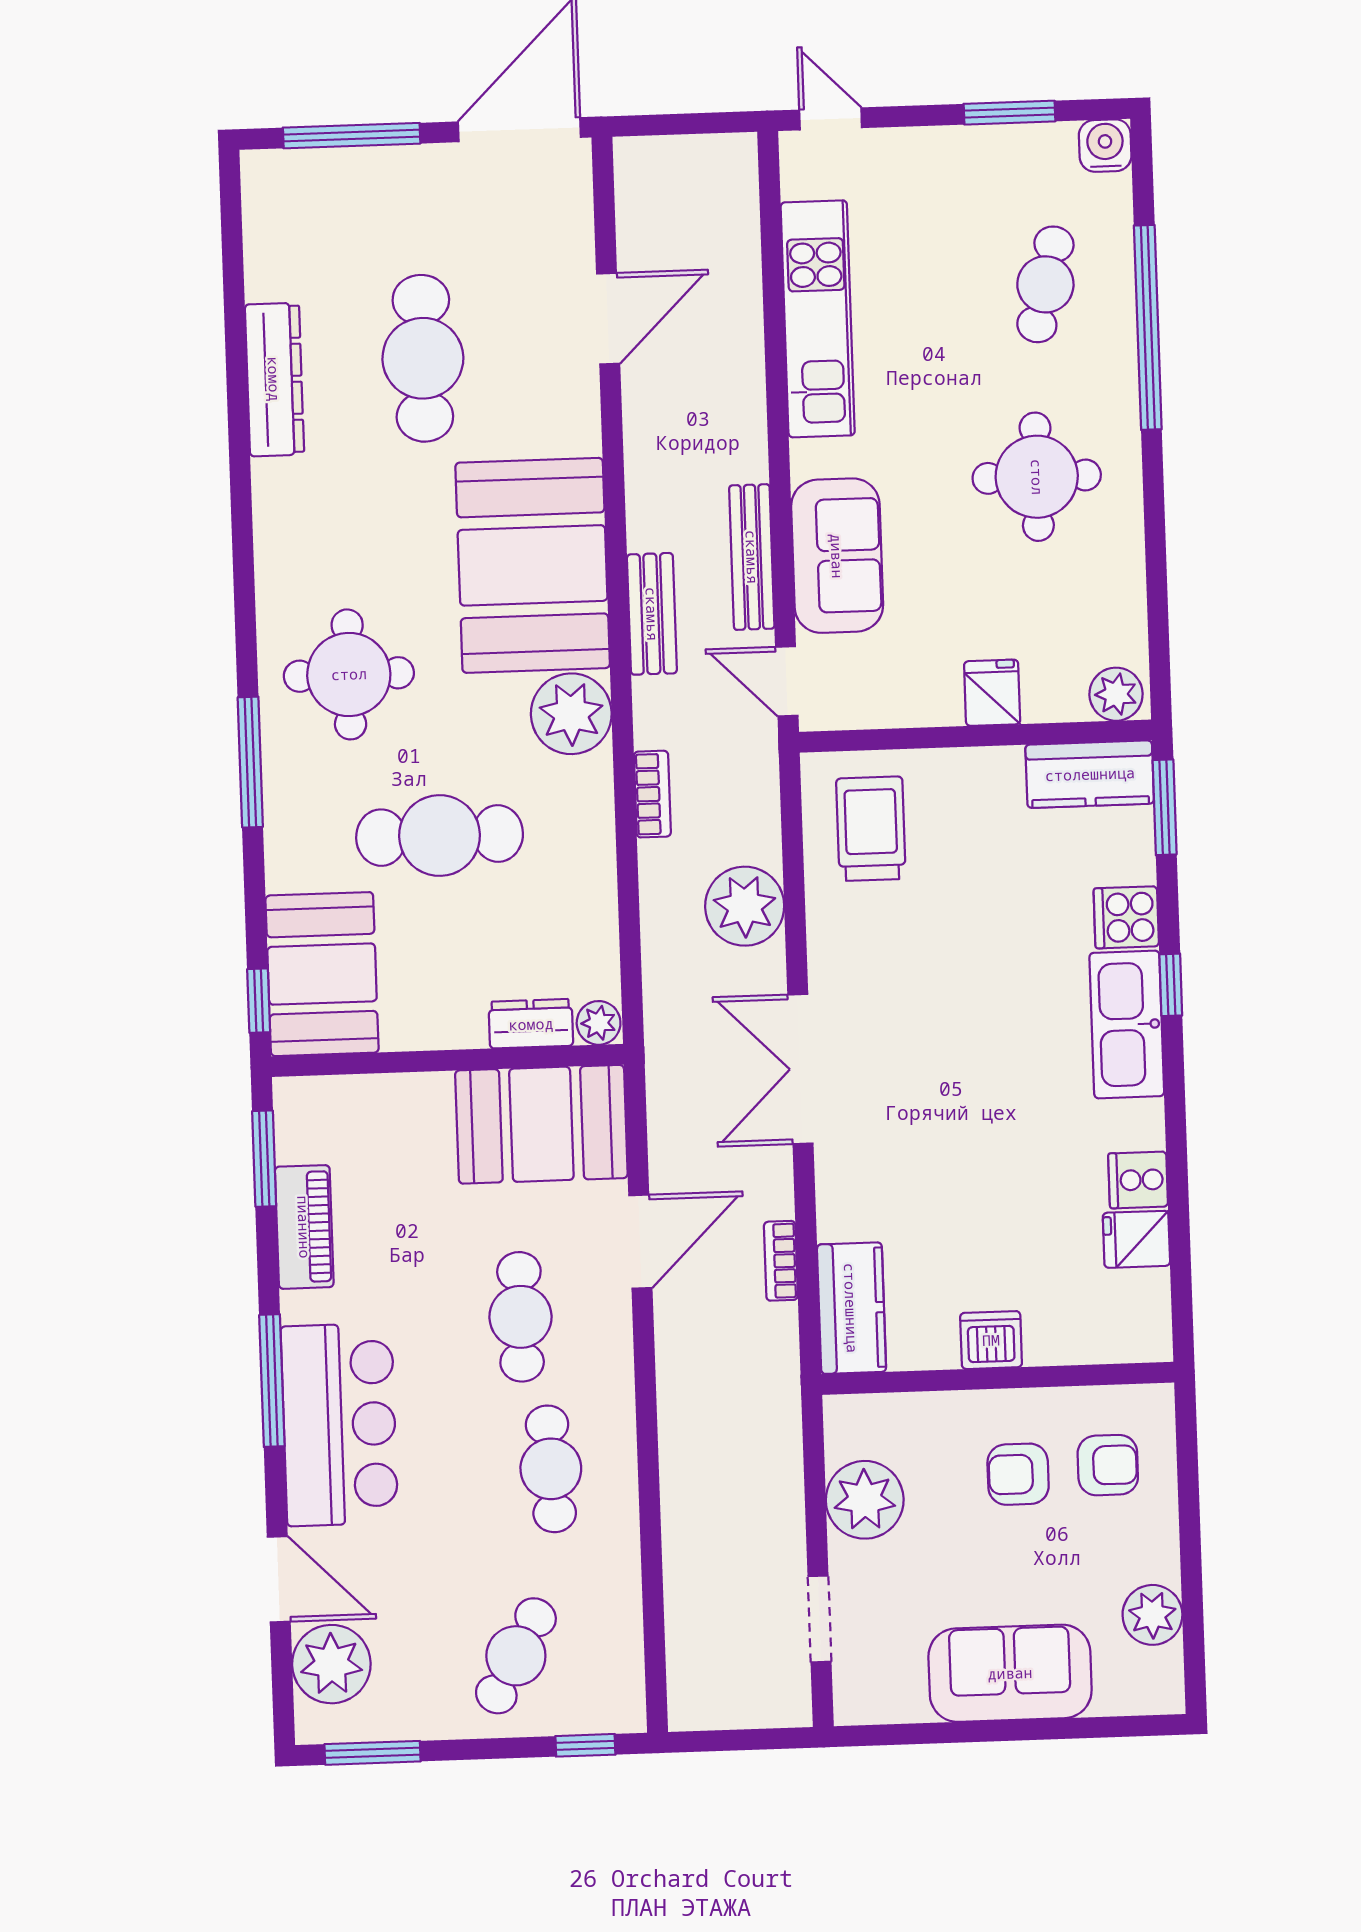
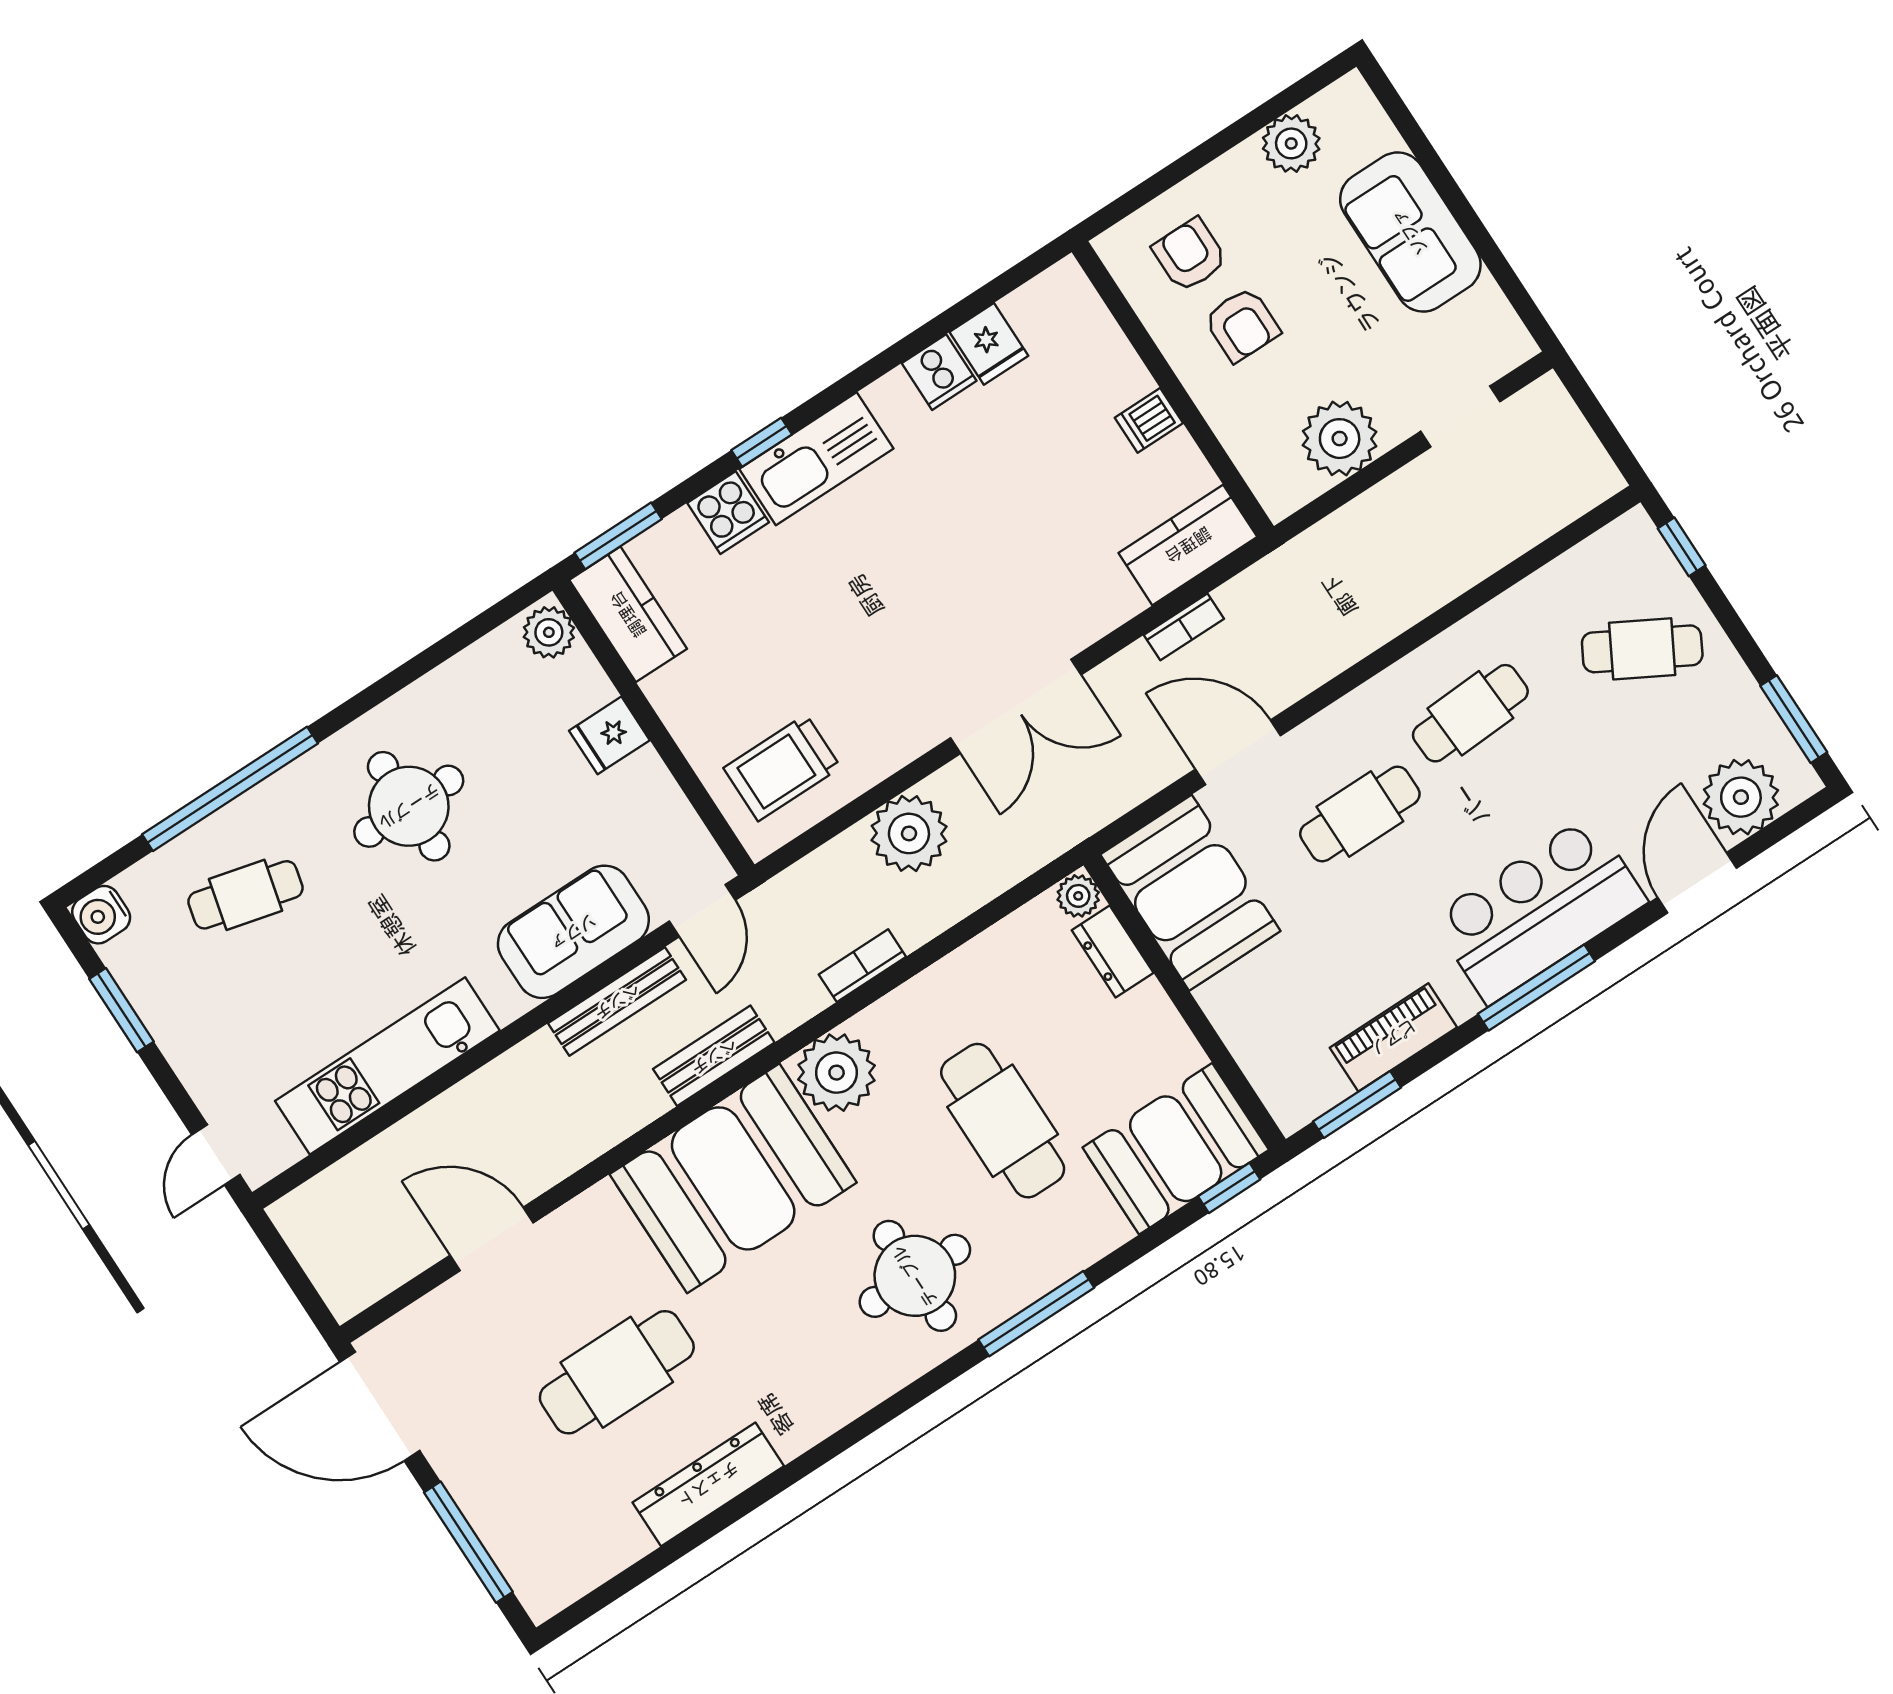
dishwasher: (991, 1340) -> (1149, 420), width x0.73

